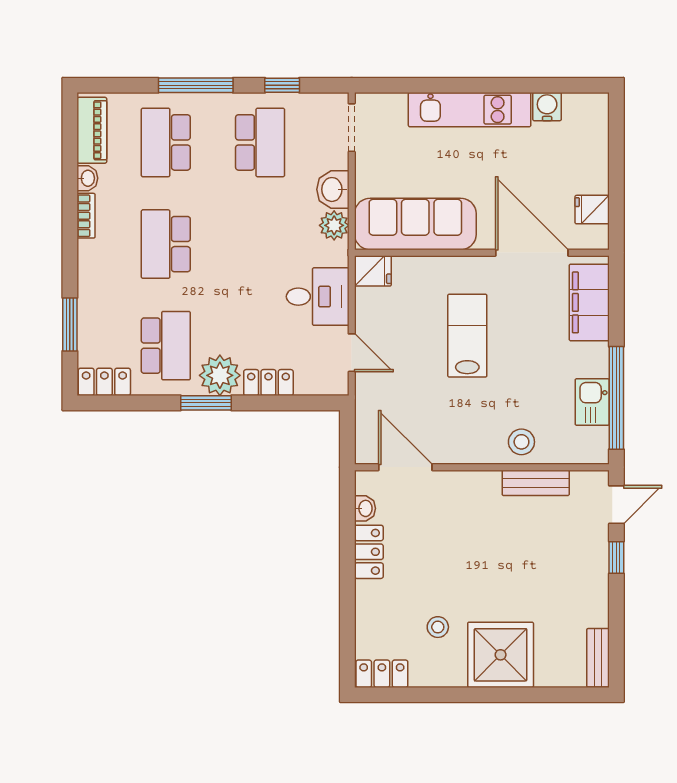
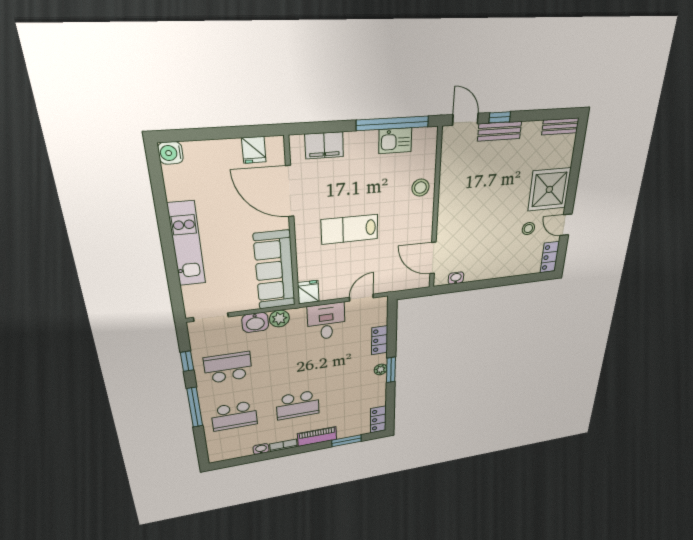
water cooler: (547, 107) -> (170, 153), moved
piano: (92, 130) -> (317, 437), moved
door: (532, 253) -> (290, 191), hinge flipped
filing cabinet: (589, 302) -> (324, 145), width x0.67, depth x0.86
school desk: (166, 346) -> (358, 395), removed
plant: (220, 375) -> (381, 369), width x0.53, depth x0.53
door: (405, 467) -> (433, 258), hinge flipped
bench: (536, 483) -> (500, 131), moved, turned 90
locker: (369, 552) -> (481, 273), removed
door: (437, 695) -> (566, 225), added

